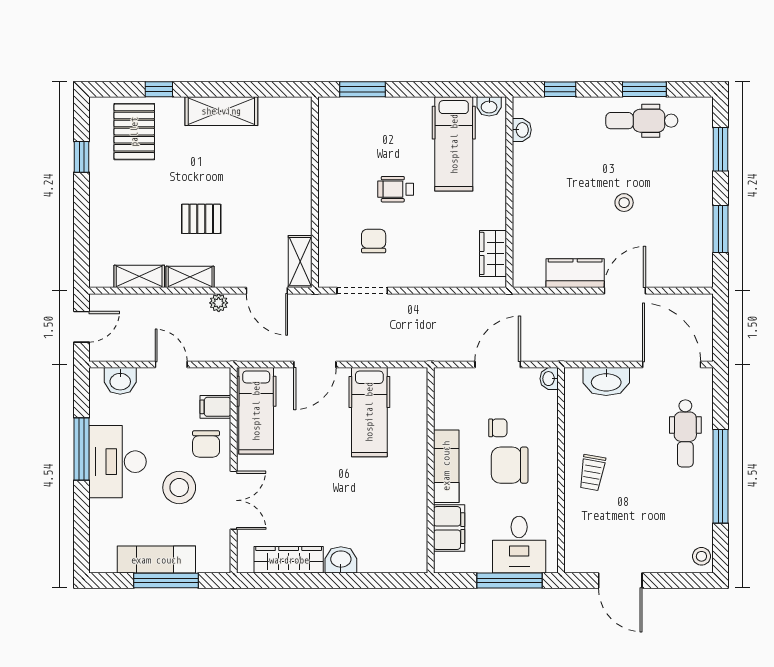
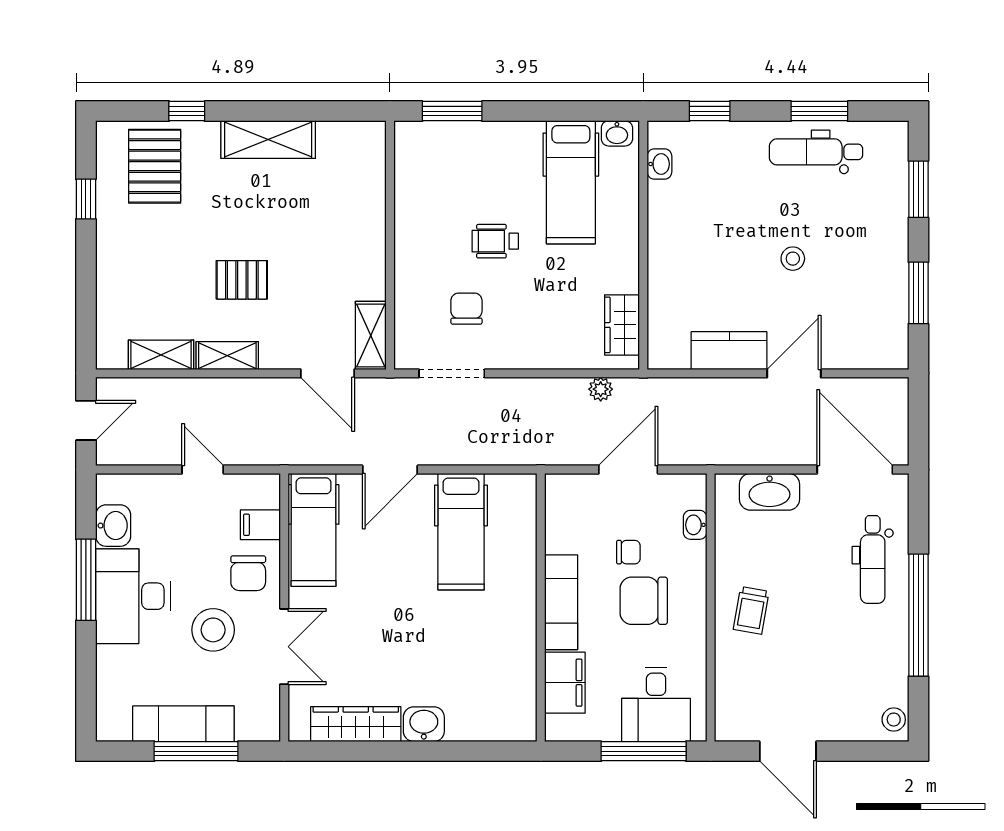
plant: (219, 303) -> (601, 389), moved
washbasin: (549, 379) -> (695, 525), moved
washbasin: (120, 381) -> (113, 526), moved, turned -90

